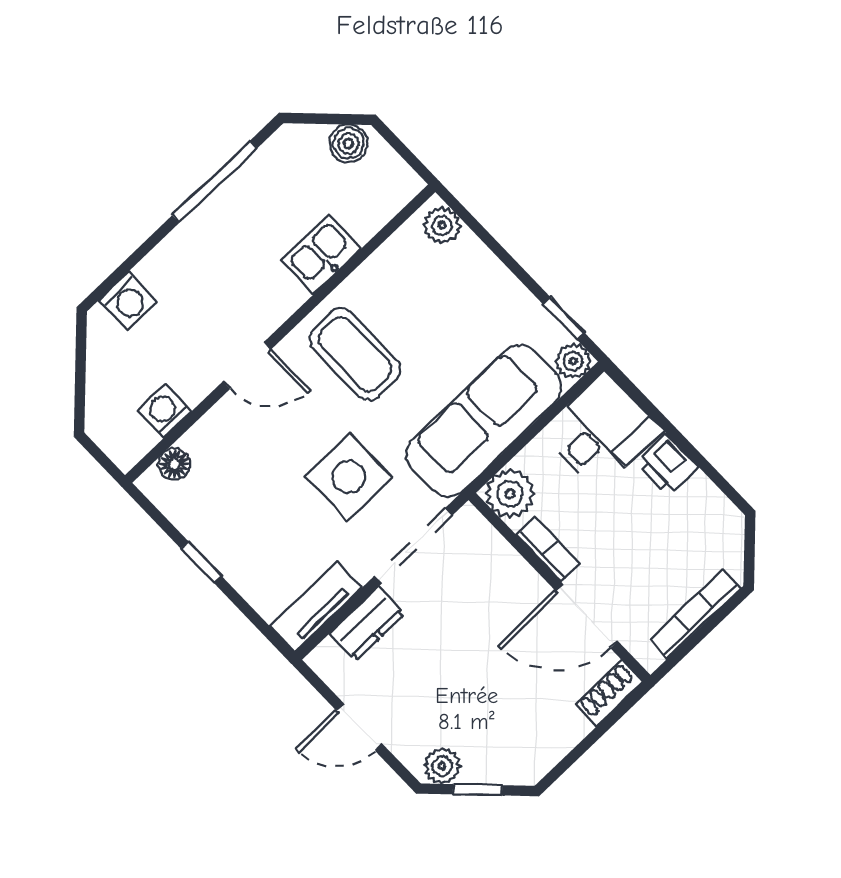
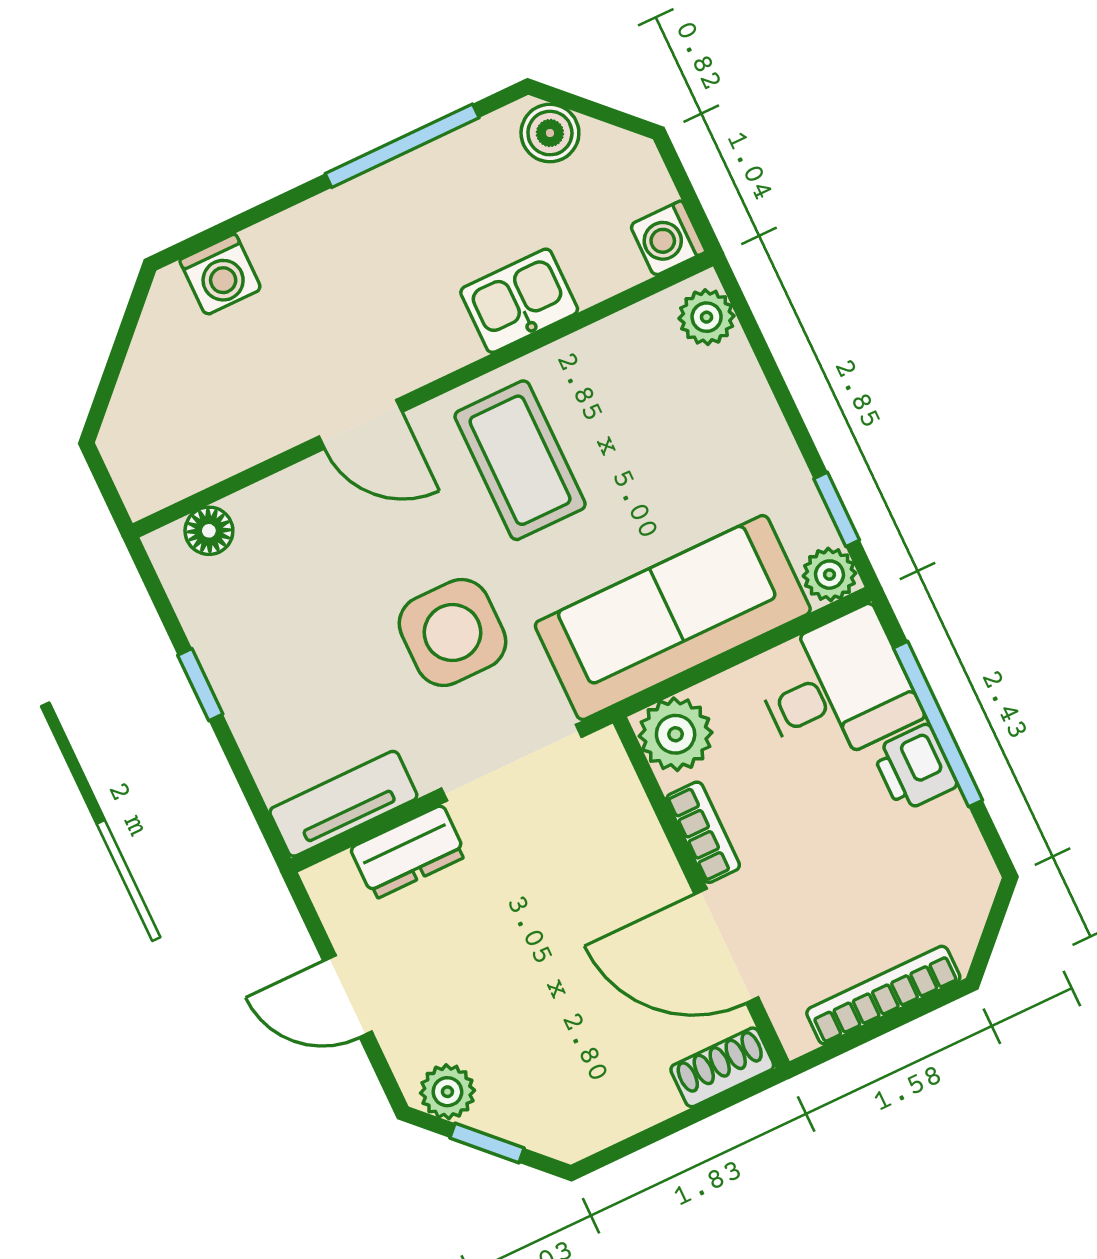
boiler: (349, 144) -> (550, 133), moved
washing machine: (164, 411) -> (668, 238), moved, turned -90
window: (673, 432) -> (938, 724), added

